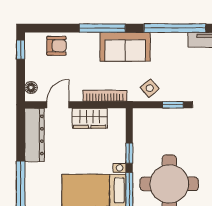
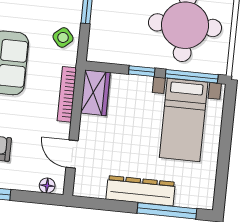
wardrobe: (90, 118) -> (95, 93), moved
dresser: (34, 135) -> (141, 191), moved

